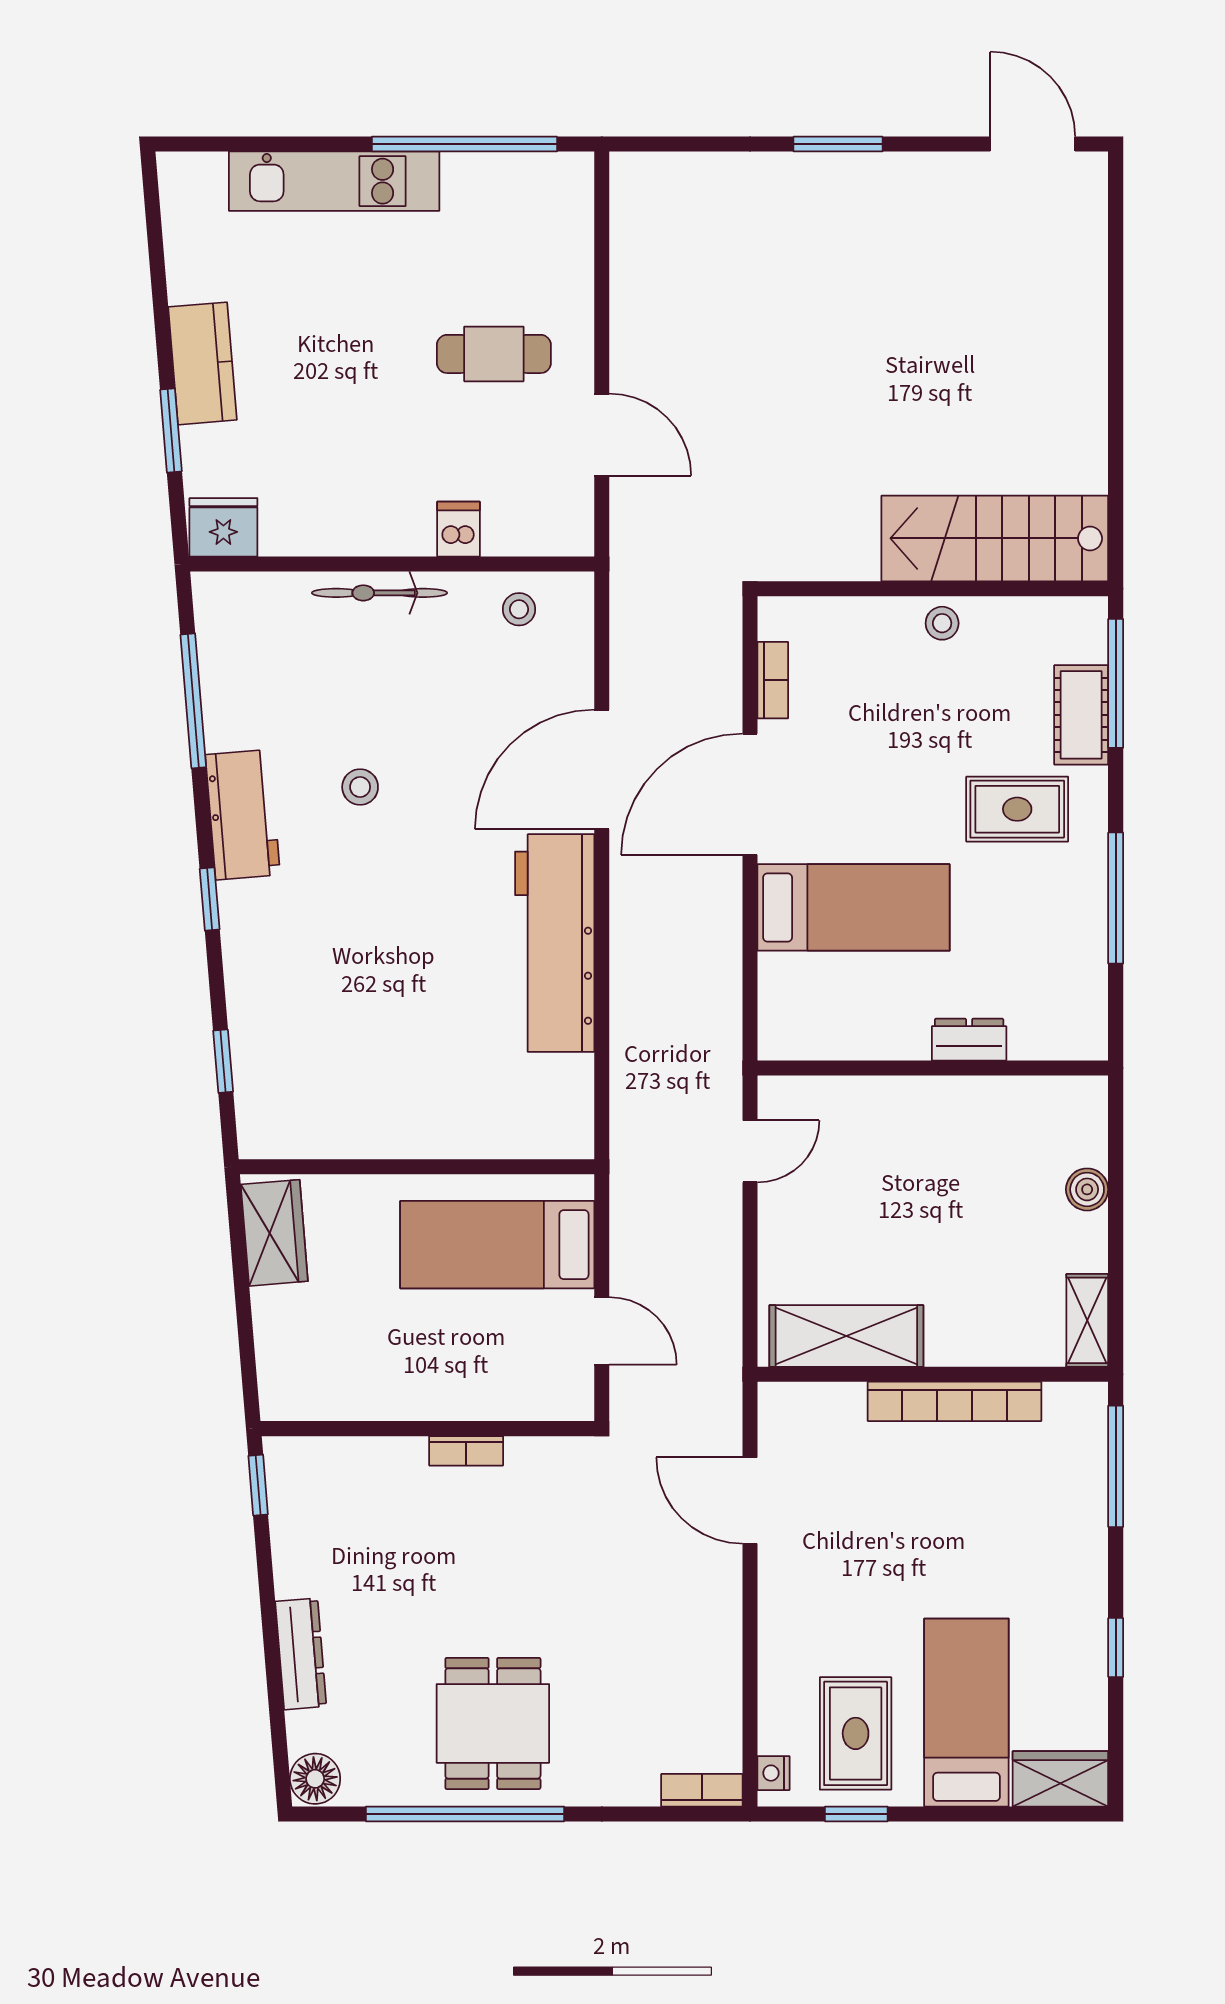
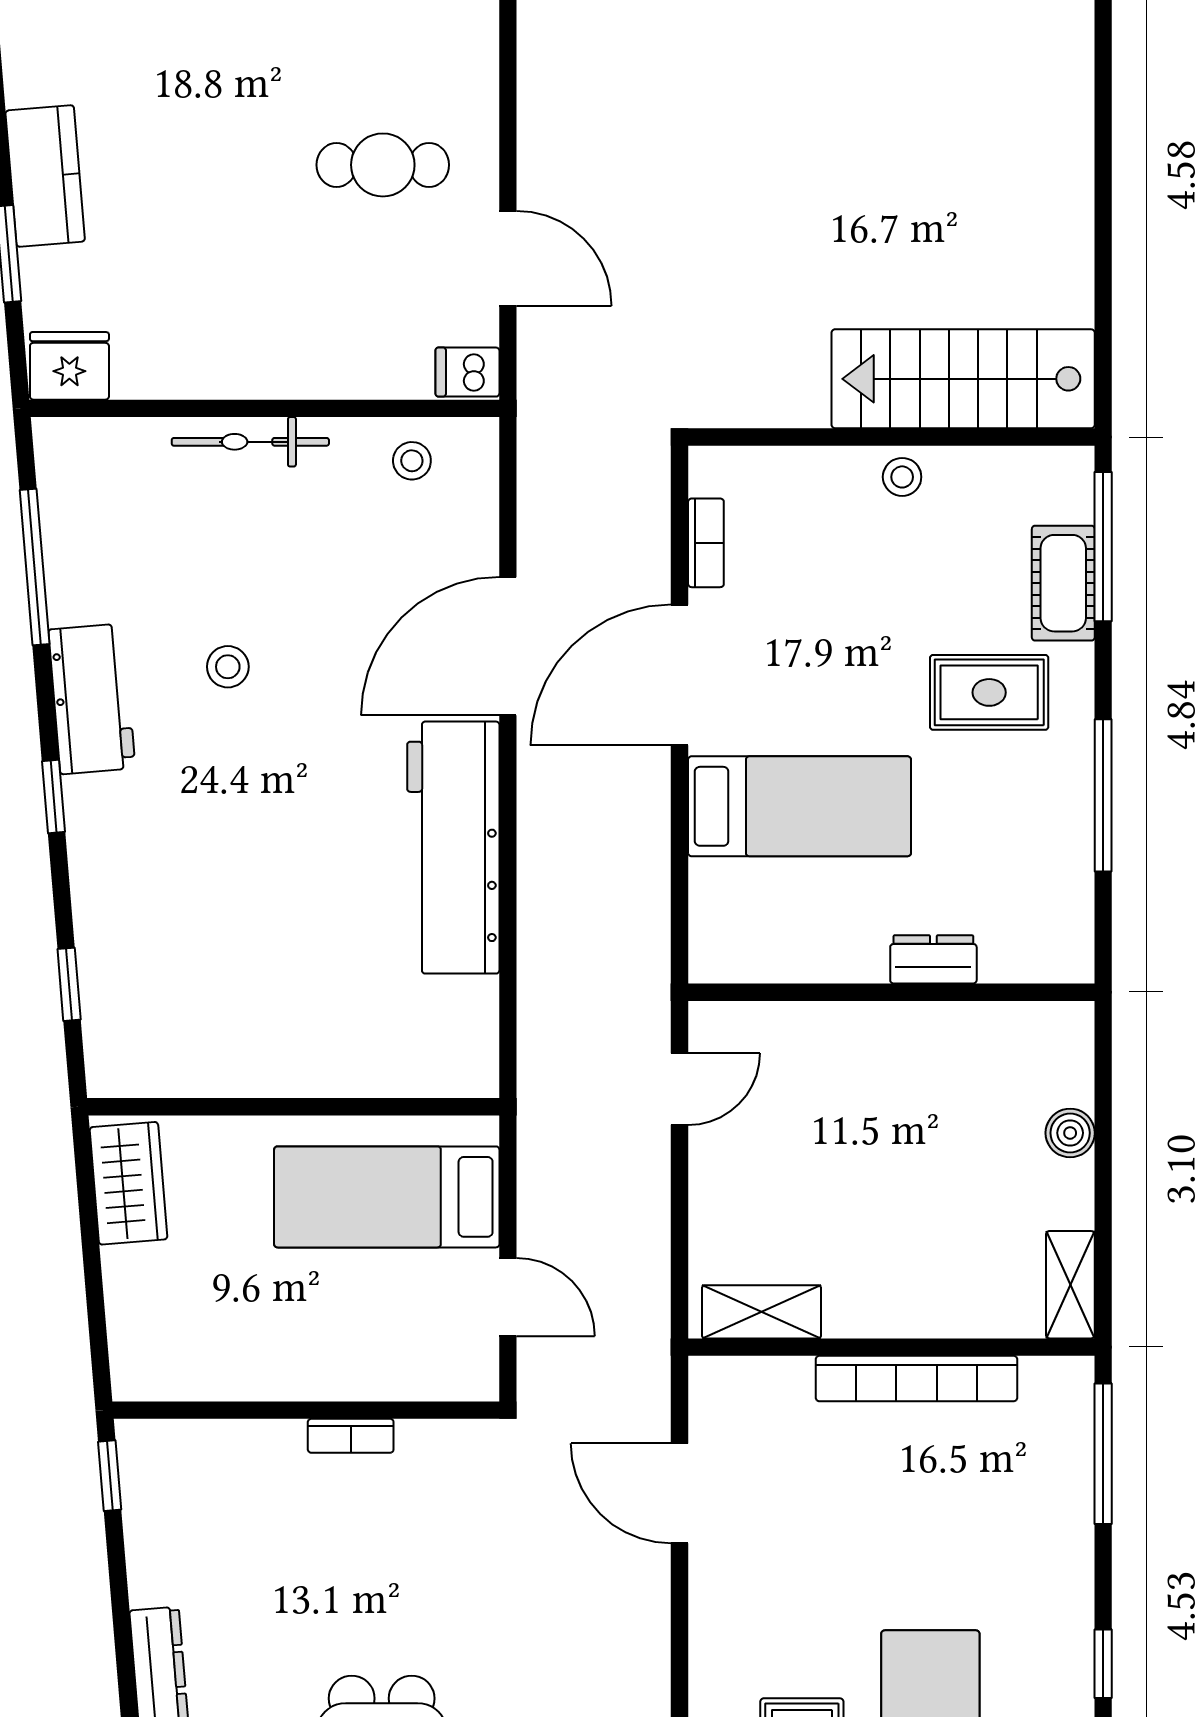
dishwasher: (459, 529) -> (467, 372), moved, turned -90
shelving: (846, 1336) -> (761, 1312), width x0.67, depth x0.75

